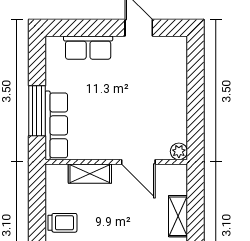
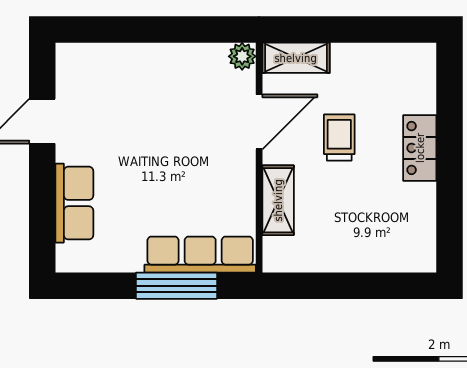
shelving: (178, 216) -> (296, 58), moved
trolley: (62, 223) -> (339, 138), moved

